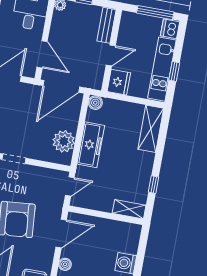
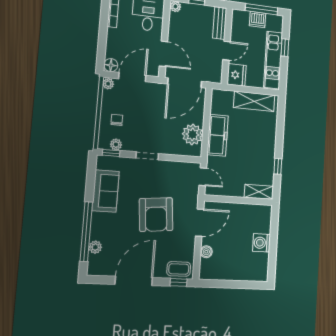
dishwasher: (170, 29) -> (258, 20), moved, turned -90
window: (174, 71) -> (285, 48), moved
boiler: (95, 103) -> (218, 95), removed
shelving: (151, 129) -> (254, 101), moved, turned 90
door: (70, 186) -> (203, 177), hinge flipped

